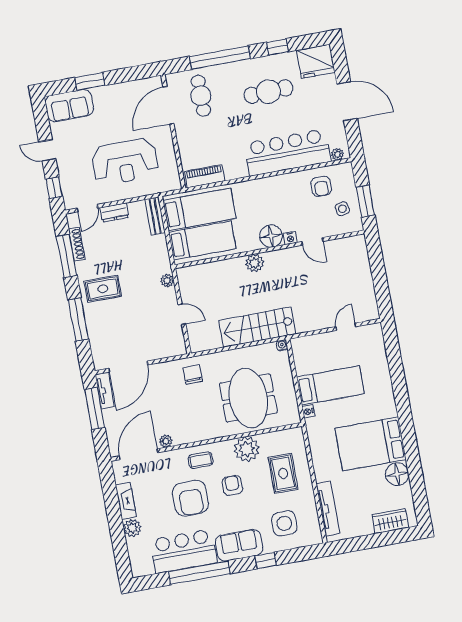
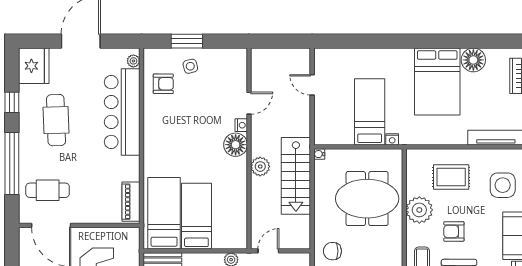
floor lamp: (271, 236) -> (236, 145), moved
nightstand: (290, 238) -> (241, 125), moved
door: (312, 241) -> (249, 103), moved
wall: (270, 249) -> (249, 149), moved
plant: (255, 263) -> (260, 166), moved

